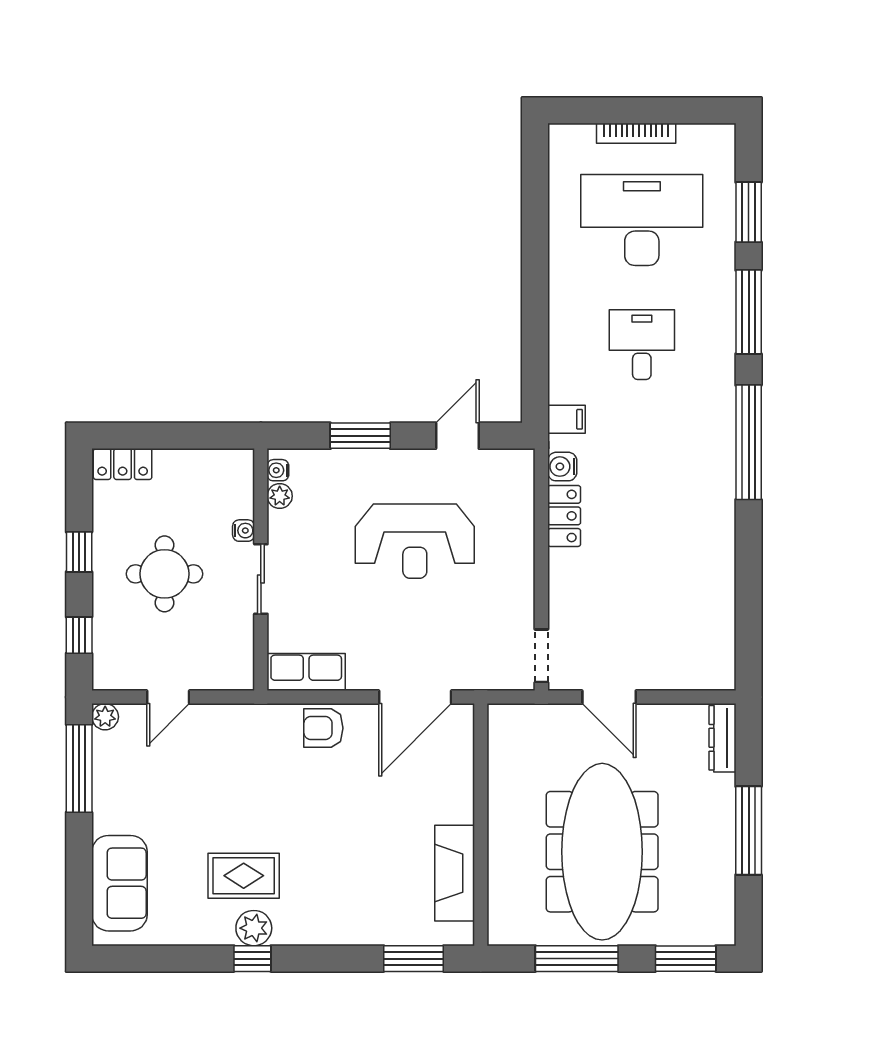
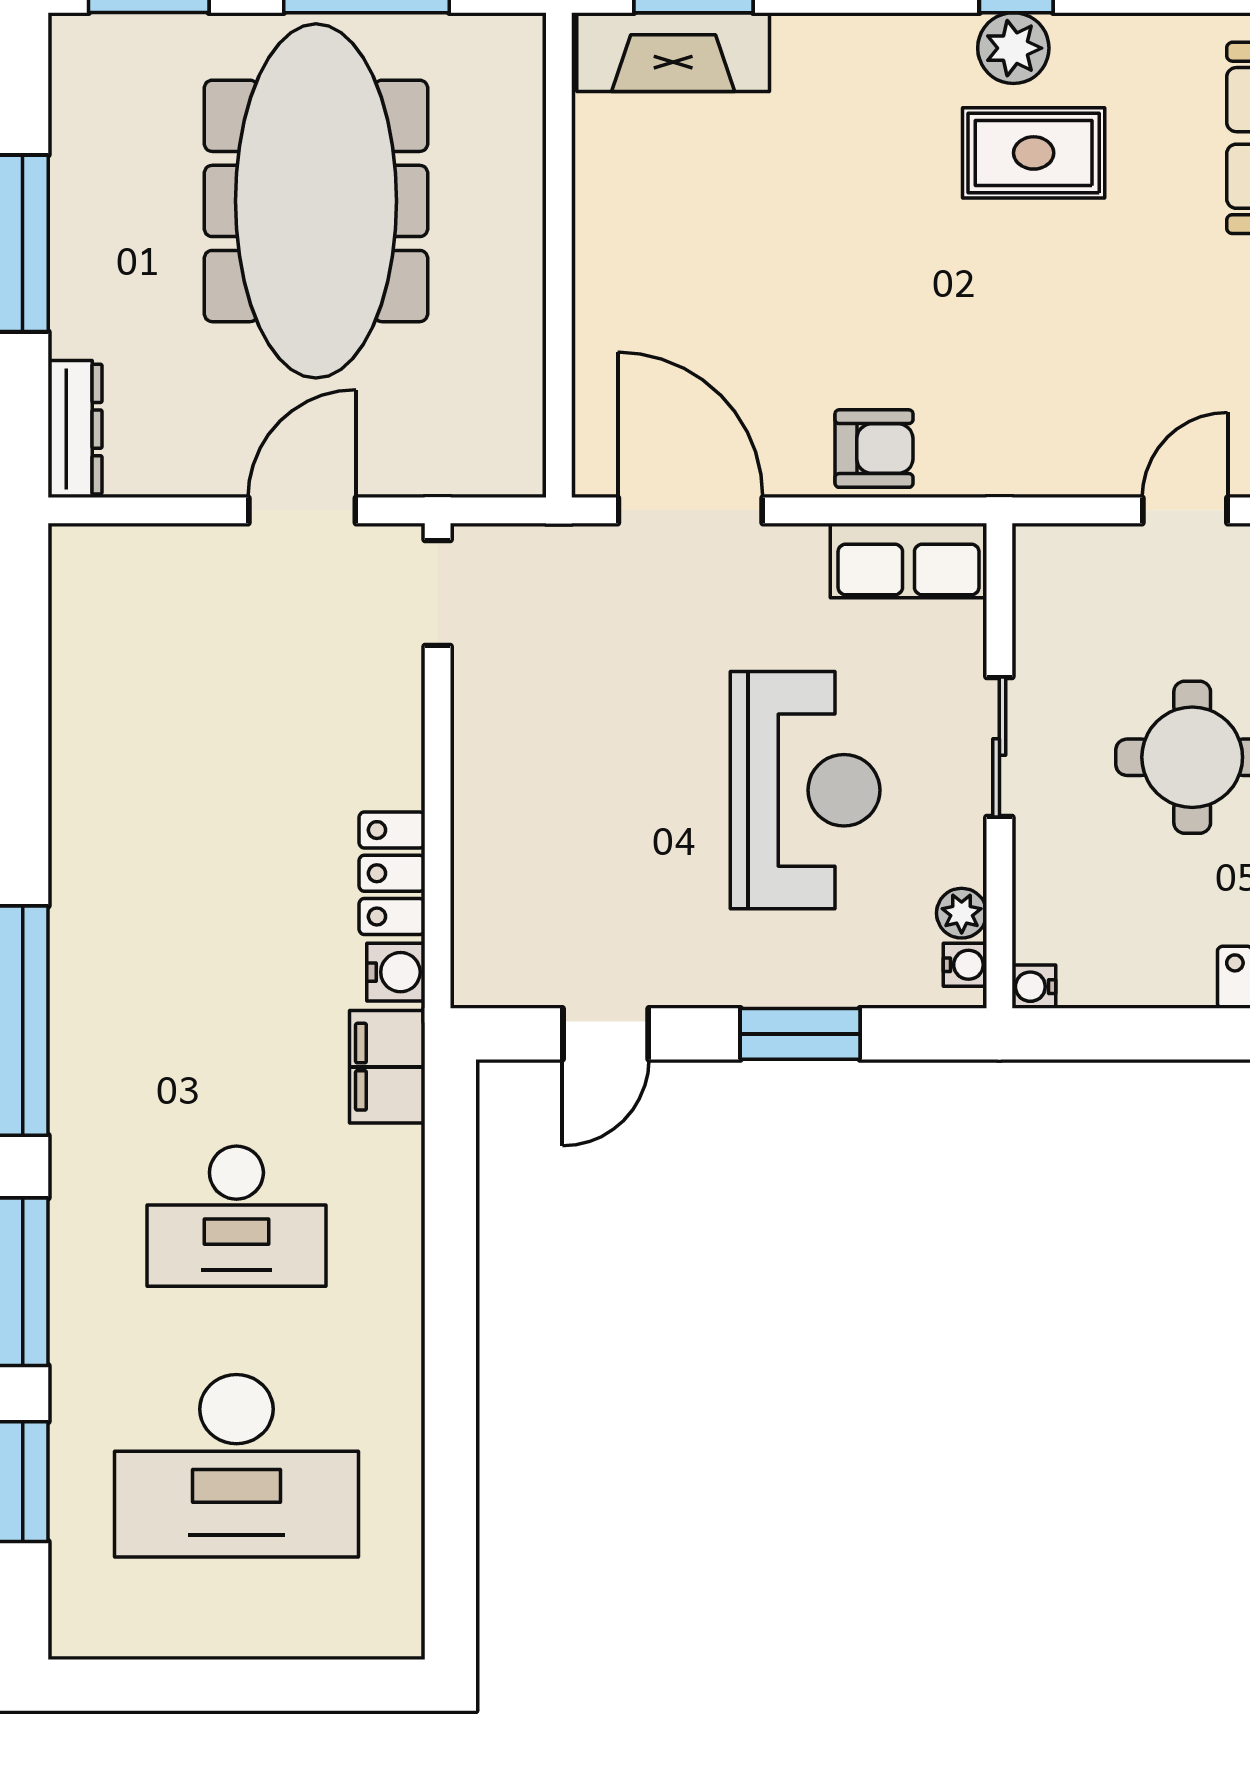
bookcase: (636, 133) -> (248, 1639), removed
desk: (642, 345) -> (236, 1216), width x1.37
filing cabinet: (566, 419) -> (387, 1067), width x2.00
water cooler: (244, 531) -> (1034, 987), moved
reception desk: (415, 541) -> (805, 790), moved, turned 90
door: (415, 697) -> (690, 510), hinge flipped
door: (609, 697) -> (302, 510), hinge flipped
fireplace: (455, 873) -> (673, 52), moved, turned 90

